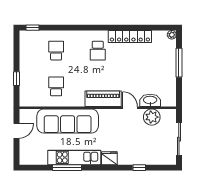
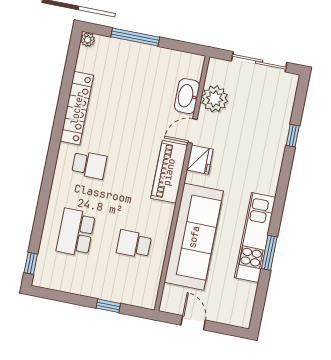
school desk: (56, 51) -> (76, 232), width x1.85
fridge: (109, 158) -> (200, 160), moved, turned 180
window: (67, 168) -> (269, 253), width x0.69

